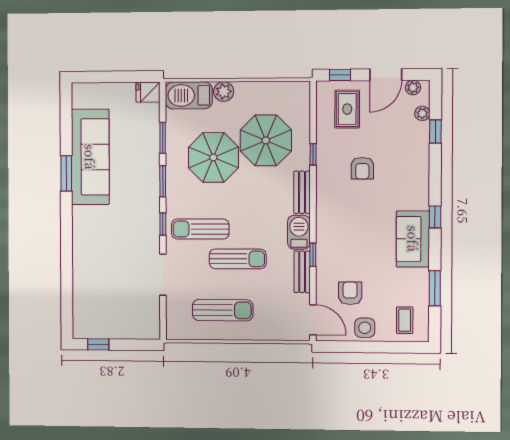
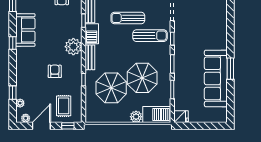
plant: (330, 210) -> (73, 47), added

